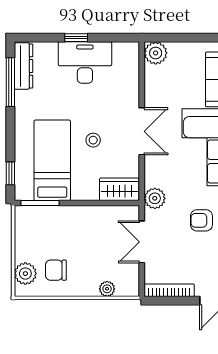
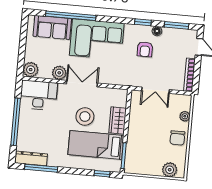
window: (76, 38) -> (16, 122), width x3.17
desk: (85, 63) -> (39, 95), moved, turned 90
stool: (93, 140) -> (85, 117), width x1.89, depth x1.89
wardrobe: (119, 189) -> (118, 121), moved
plant: (155, 198) -> (59, 73), moved
chair: (56, 270) -> (177, 138), moved

